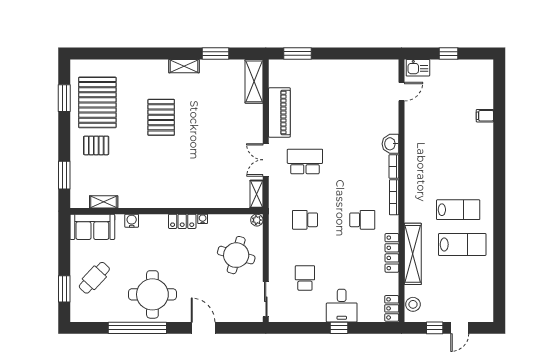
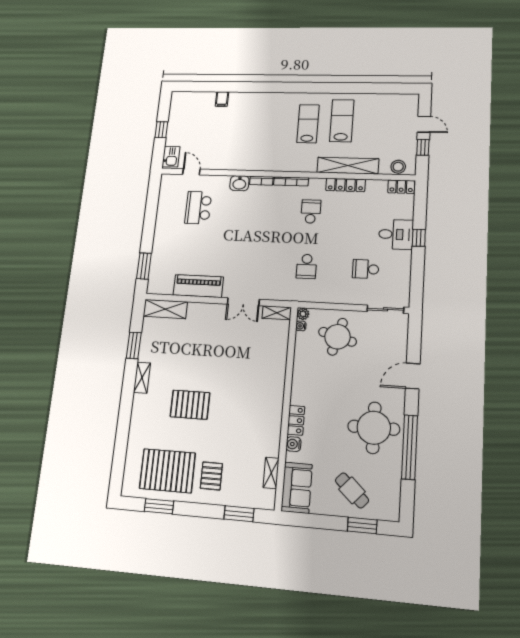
school desk: (305, 162) -> (198, 208), moved
water cooler: (203, 219) -> (301, 326), moved
locker: (182, 221) -> (296, 420), moved

